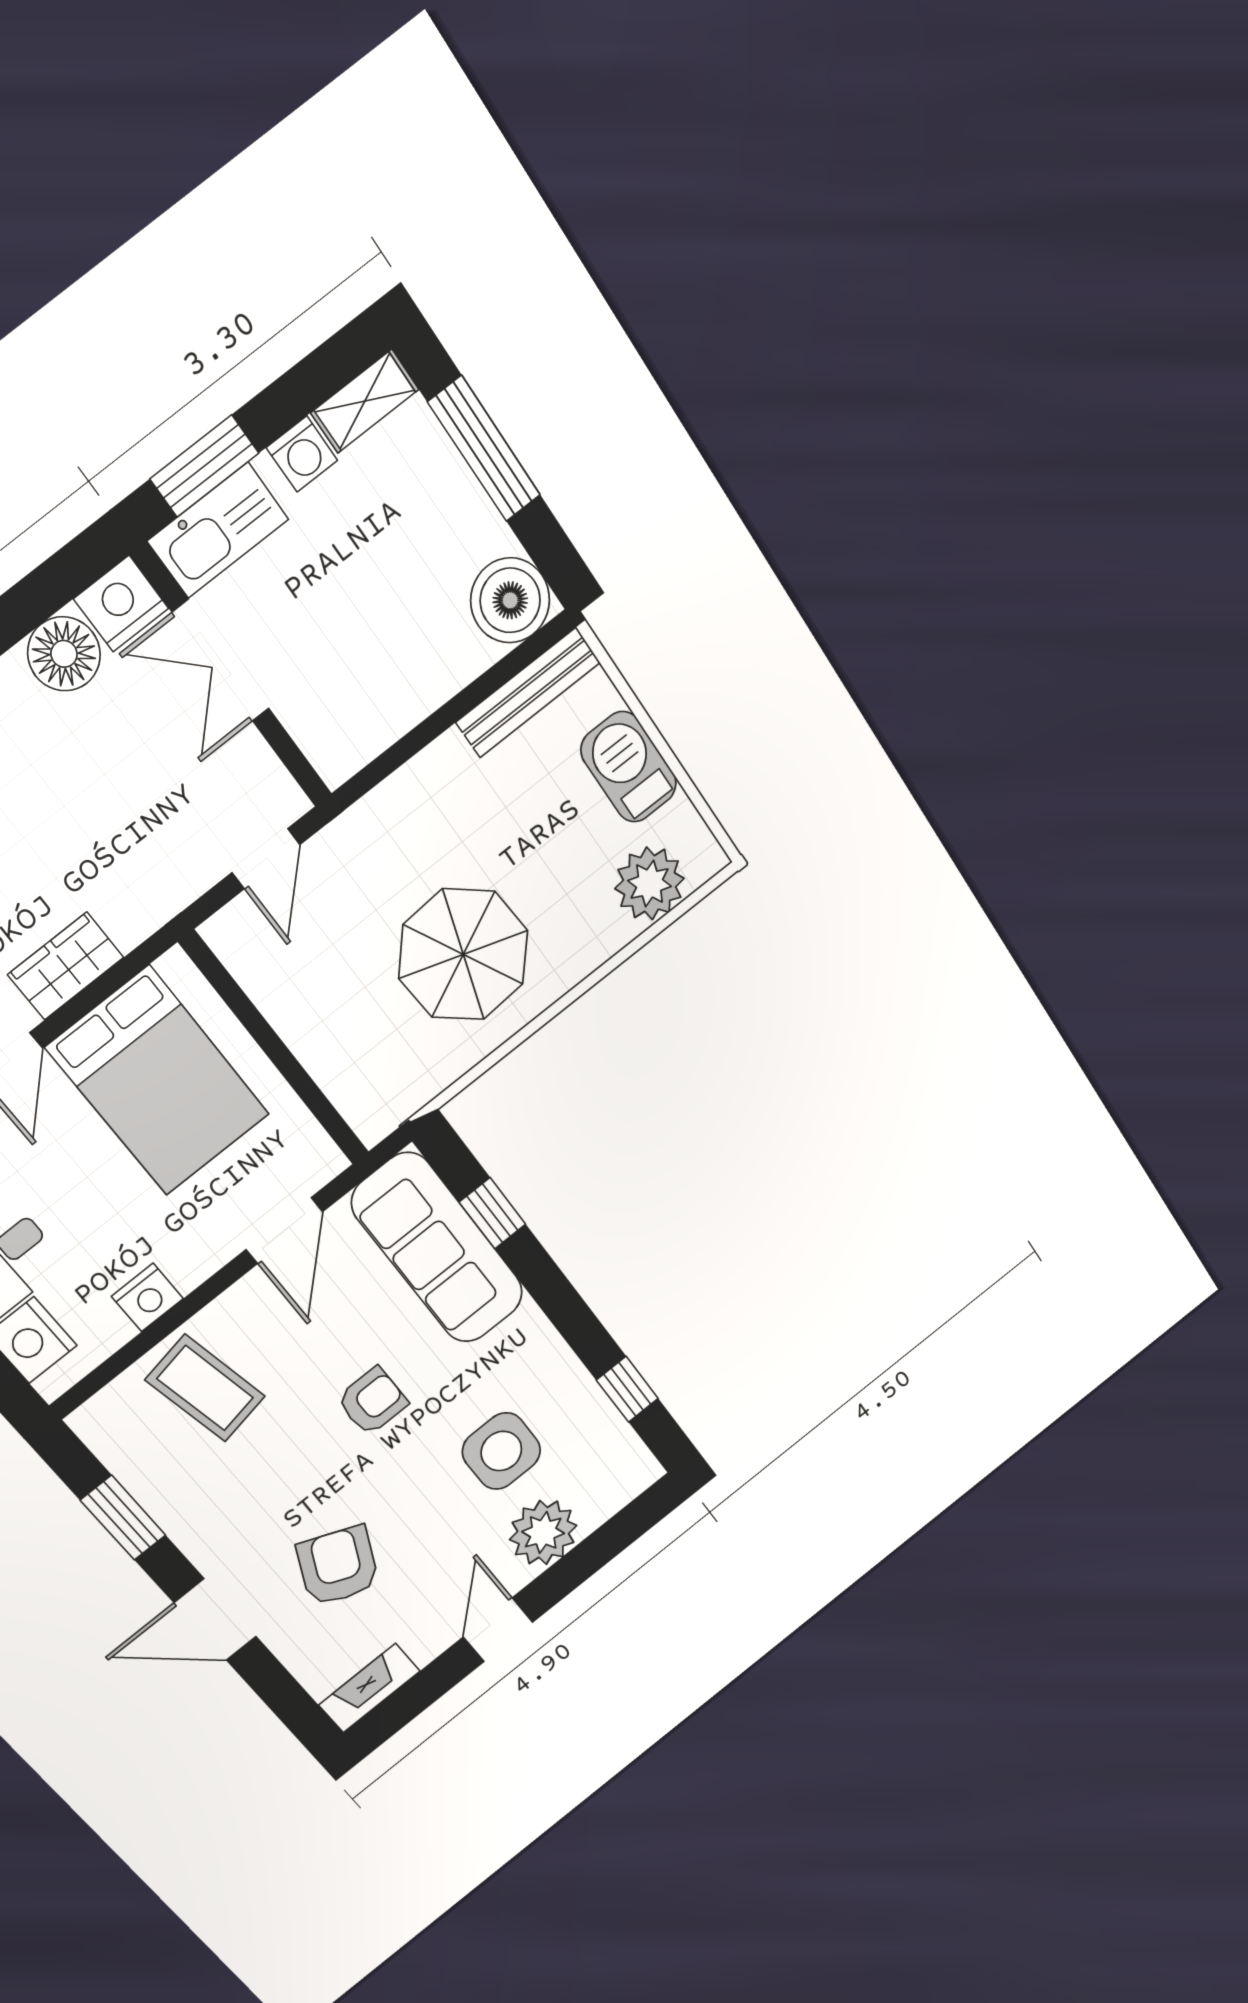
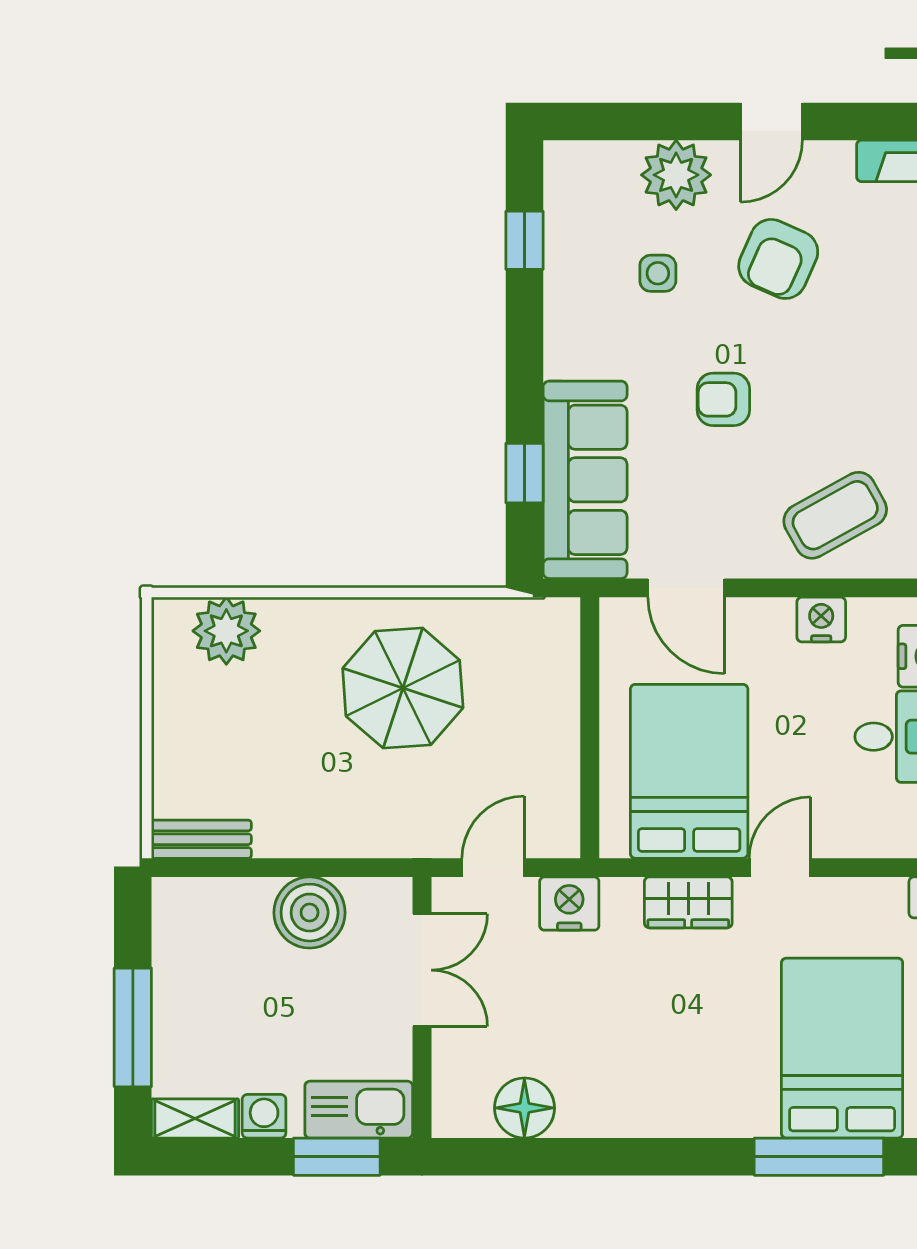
boiler: (510, 600) -> (310, 913), moved
nightstand: (121, 604) -> (569, 904), moved, turned 180
double door: (221, 661) -> (422, 970), moved
bench: (528, 692) -> (201, 839), width x0.73
barbecue: (629, 767) -> (182, 729), removed
door: (284, 1231) -> (686, 588), swing flipped
coffee table: (205, 1388) -> (835, 515), turned 72
side table: (501, 1451) -> (658, 273), width x0.54, depth x0.54
armchair: (338, 1566) -> (778, 259), moved

